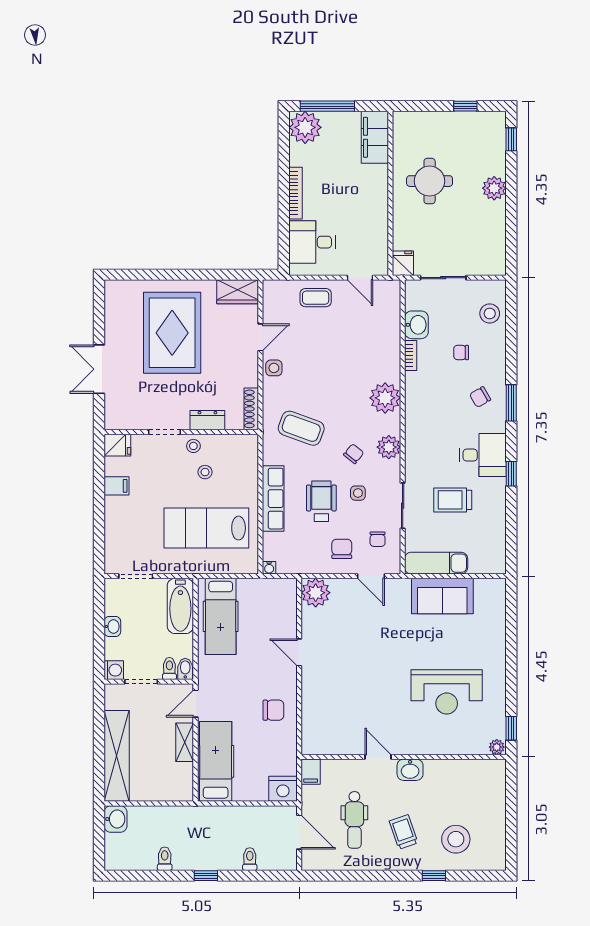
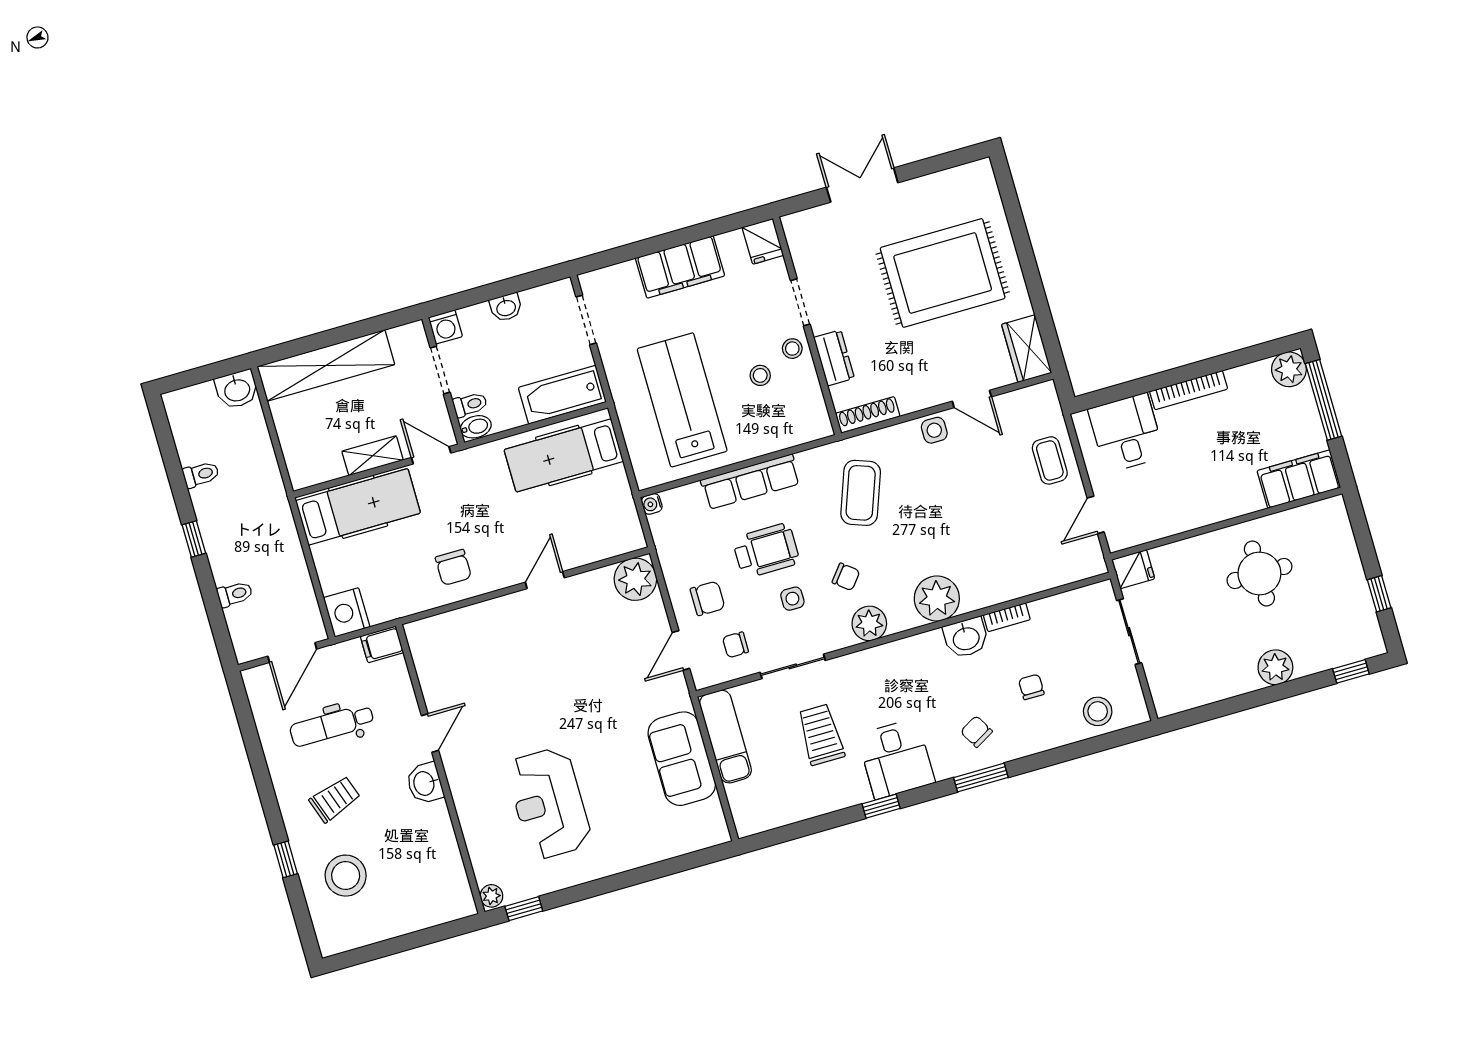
plant: (305, 127) -> (1289, 369), width x0.73, depth x0.73
washbasin: (416, 325) -> (966, 638), moved
filing cabinet: (116, 486) -> (680, 267), width x3.00, depth x1.17

